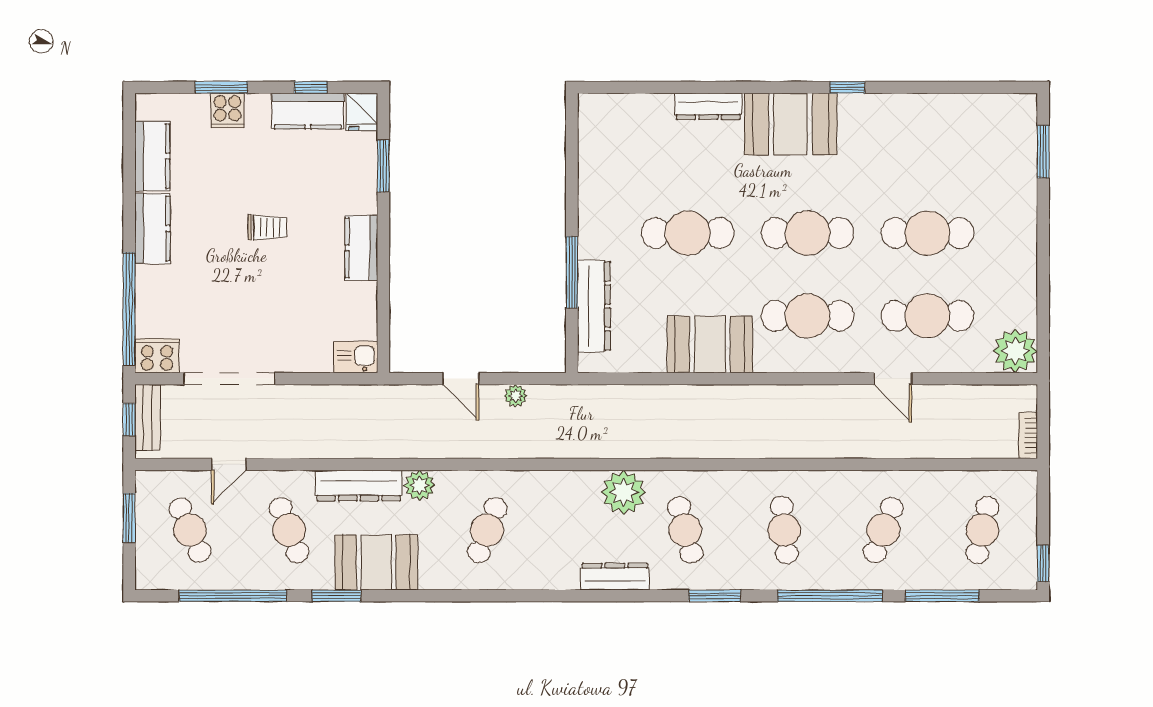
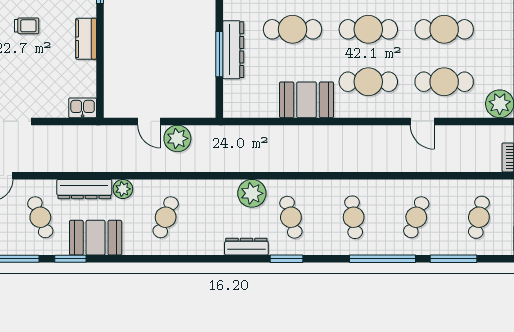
dresser: (594, 306) -> (233, 50), moved
plant: (516, 396) -> (177, 138), width x1.88, depth x1.88
window: (715, 596) -> (286, 259), moved

